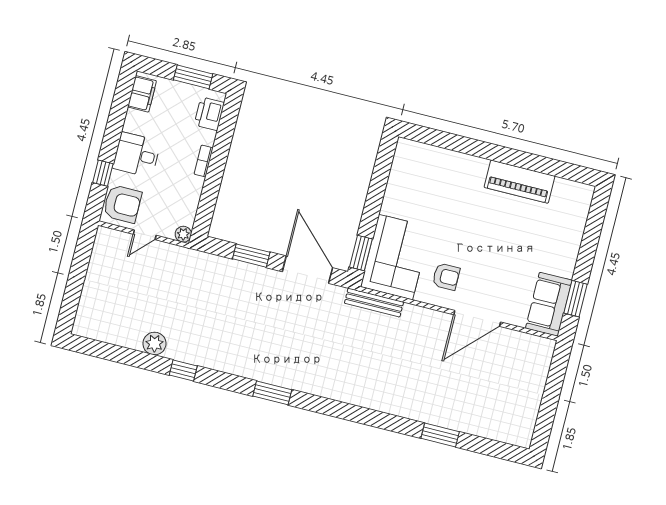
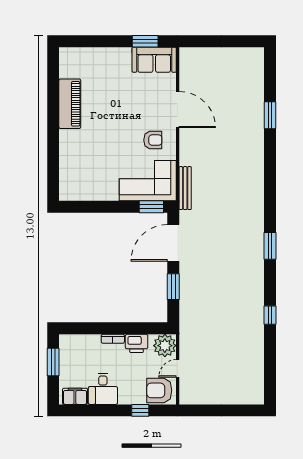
printer: (209, 114) -> (137, 343), moved
desk: (137, 155) -> (103, 389), moved
armchair: (122, 204) -> (159, 390), turned -90
plant: (183, 234) -> (165, 346), width x1.87, depth x1.87
door: (145, 235) -> (178, 368), swing flipped
armchair: (446, 277) -> (153, 140), turned 90
plant: (154, 344) -> (255, 341), removed

